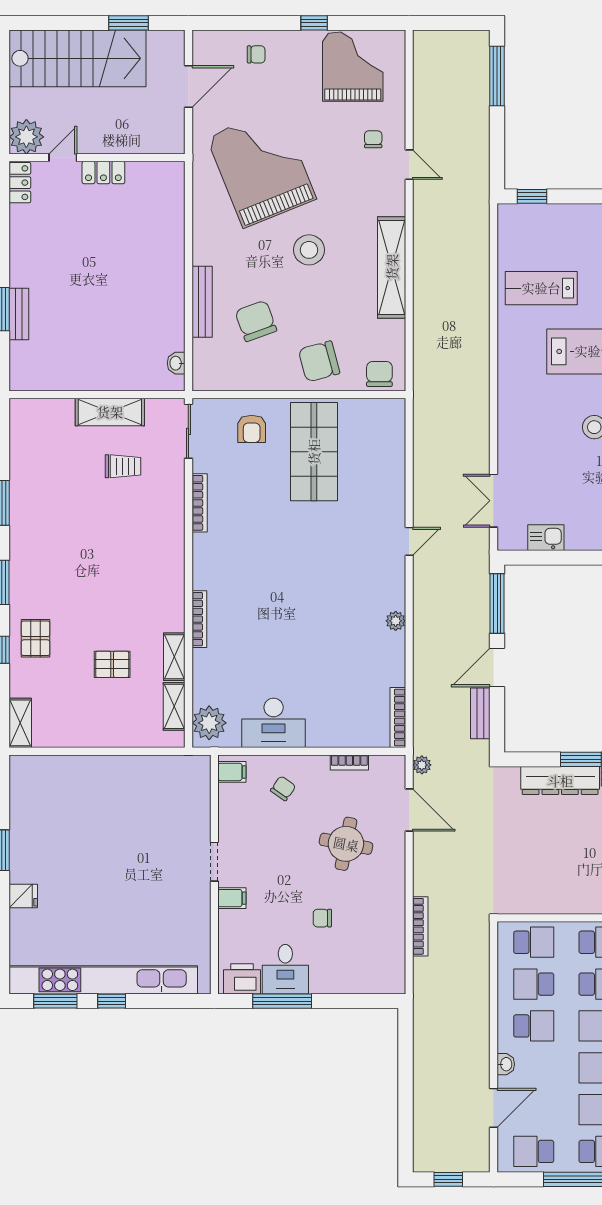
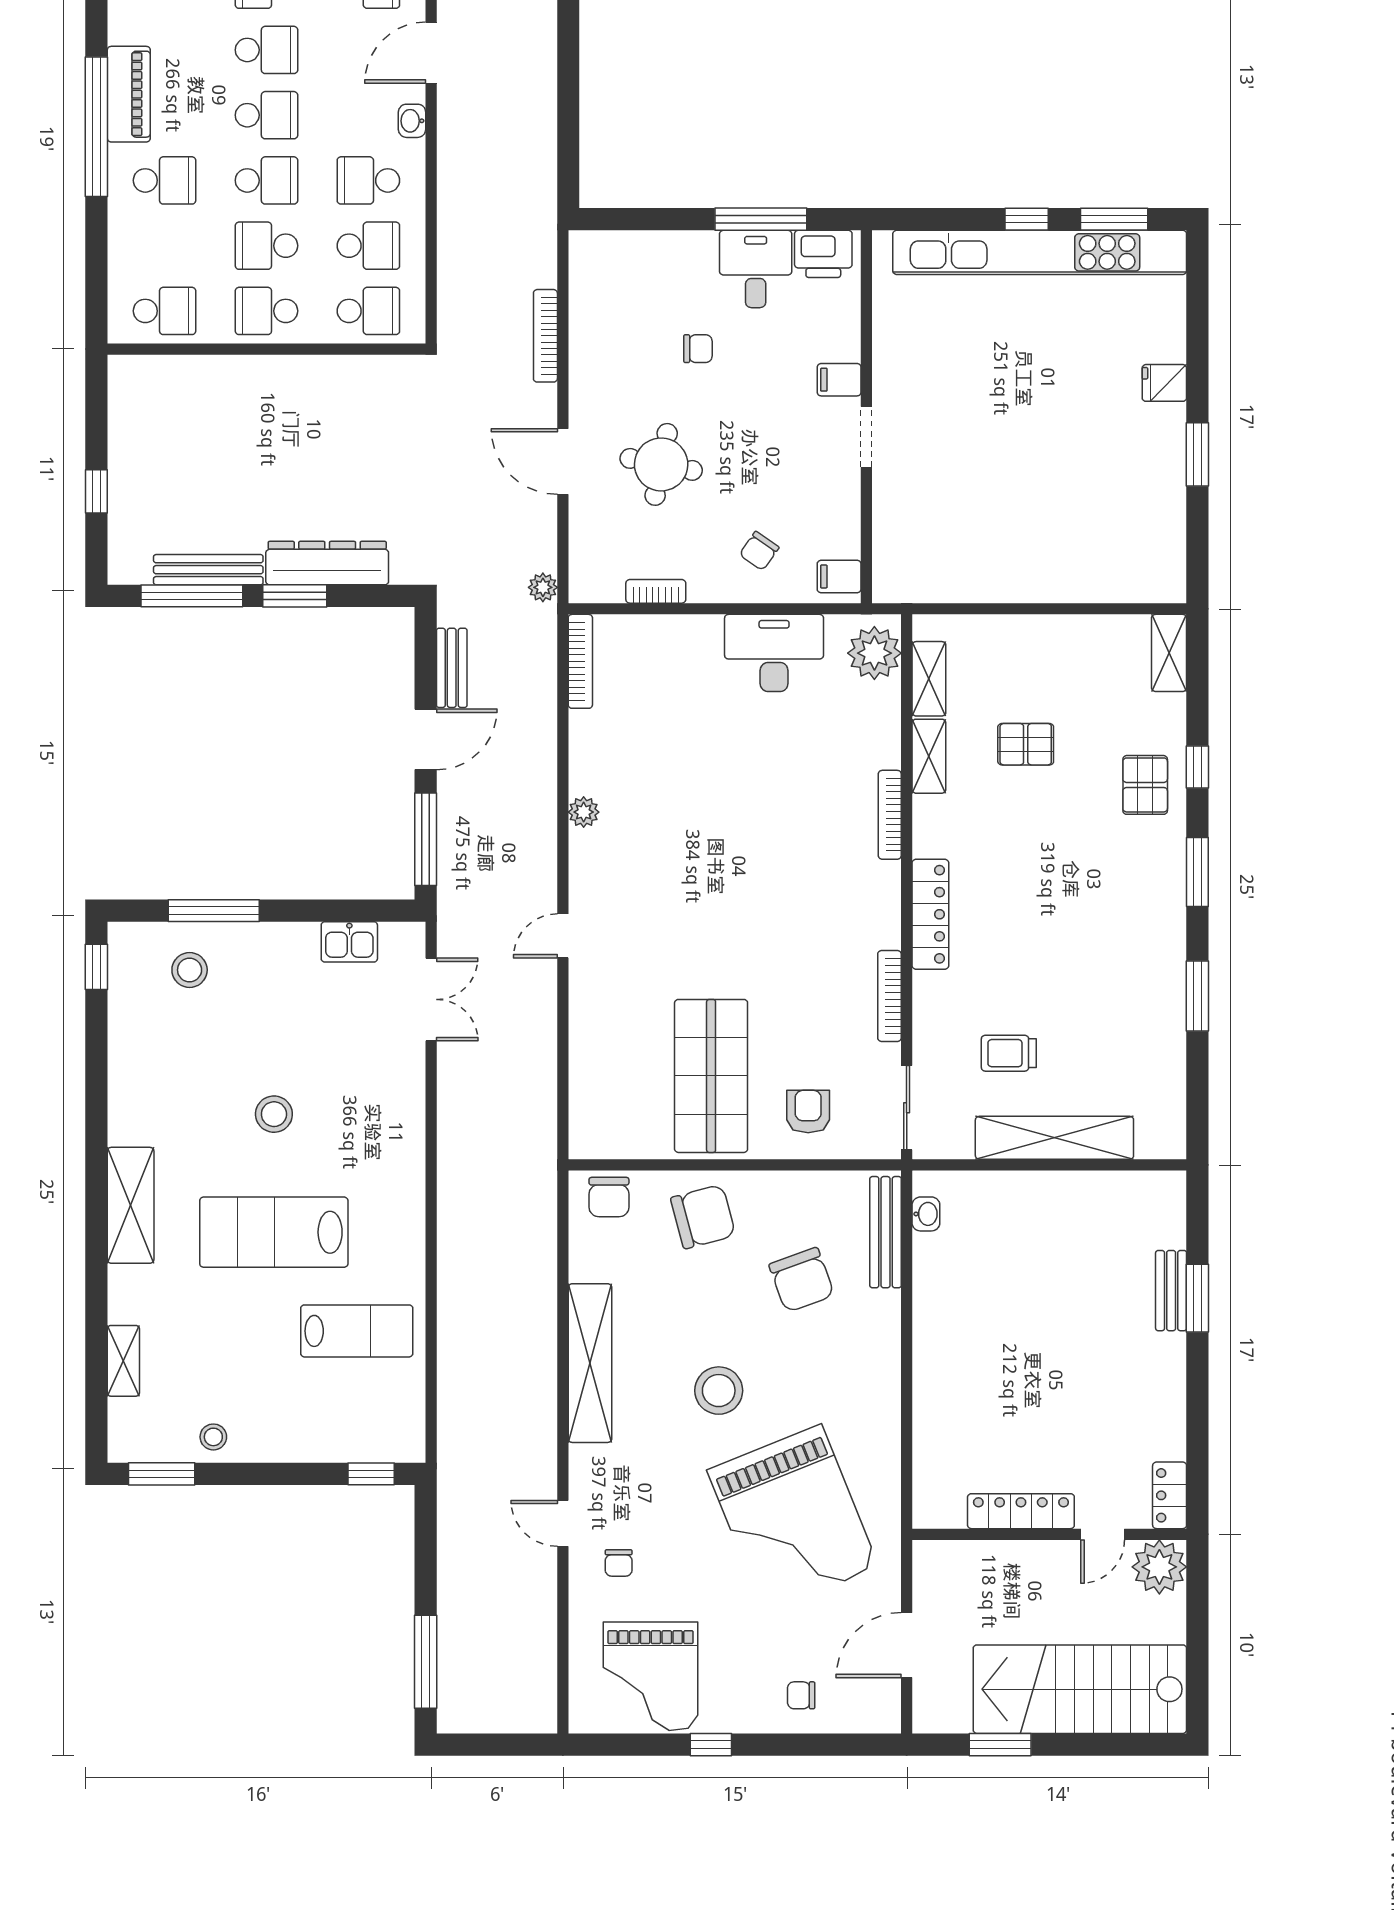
locker: (103, 173) -> (1021, 1511), width x1.53
bench: (202, 302) -> (886, 1232), moved
shelving: (110, 412) -> (1054, 1138), width x1.47
locker: (173, 555) -> (930, 914), added
door: (409, 810) -> (563, 461), moved
school desk: (534, 942) -> (368, 311), turned 180

